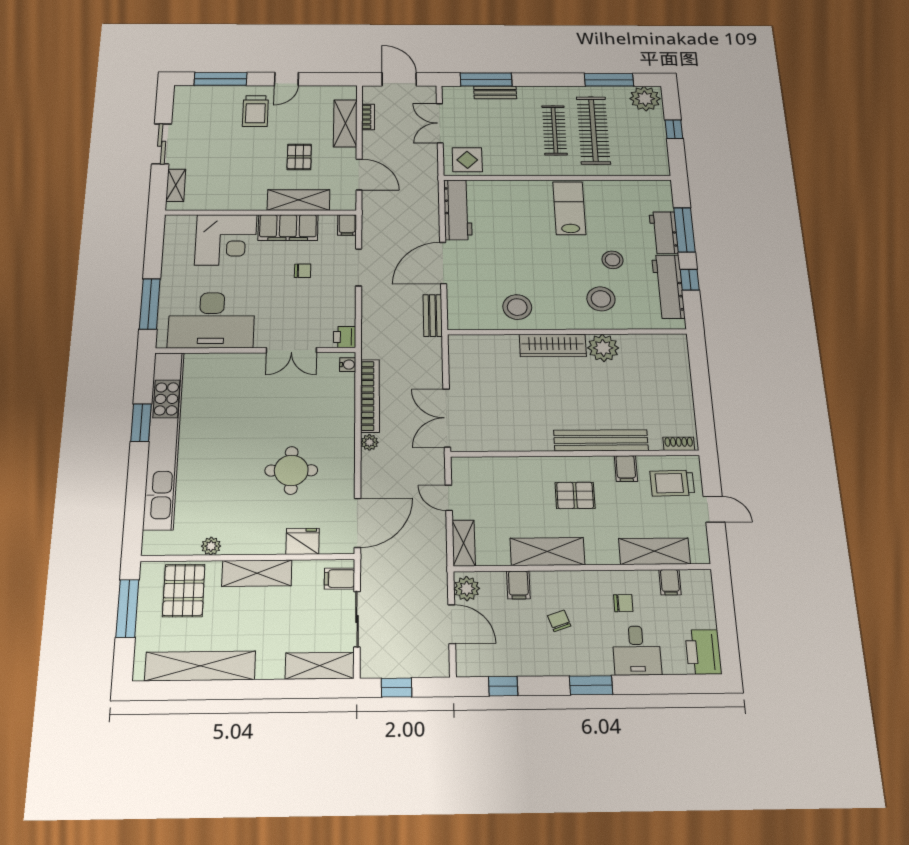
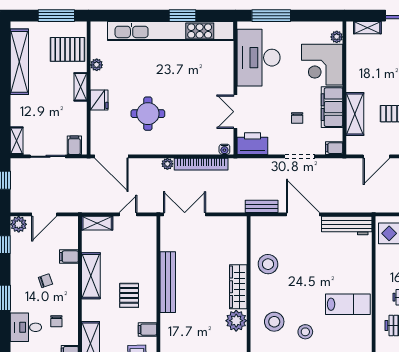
plant: (187, 222) -> (337, 37), added
printer: (345, 337) -> (252, 144), width x1.87, depth x1.48
bench: (601, 440) -> (168, 282), moved
fridge: (303, 541) -> (99, 100), moved
shelving: (257, 573) -> (81, 87), width x0.67, depth x0.75
plant: (467, 589) -> (19, 224), moved
shelving: (320, 666) -> (17, 141), width x0.67, depth x0.75

